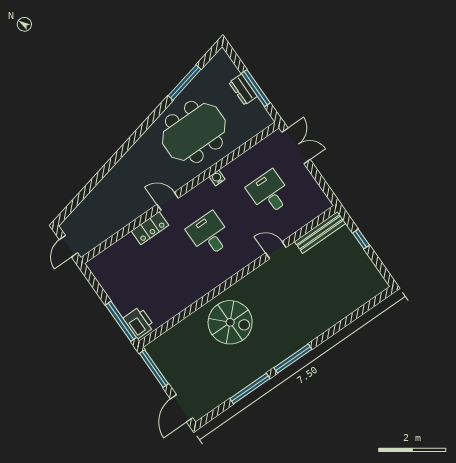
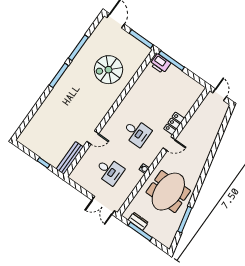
dresser: (243, 90) -> (138, 221), moved
spiral stairs: (230, 322) -> (108, 70), moved

